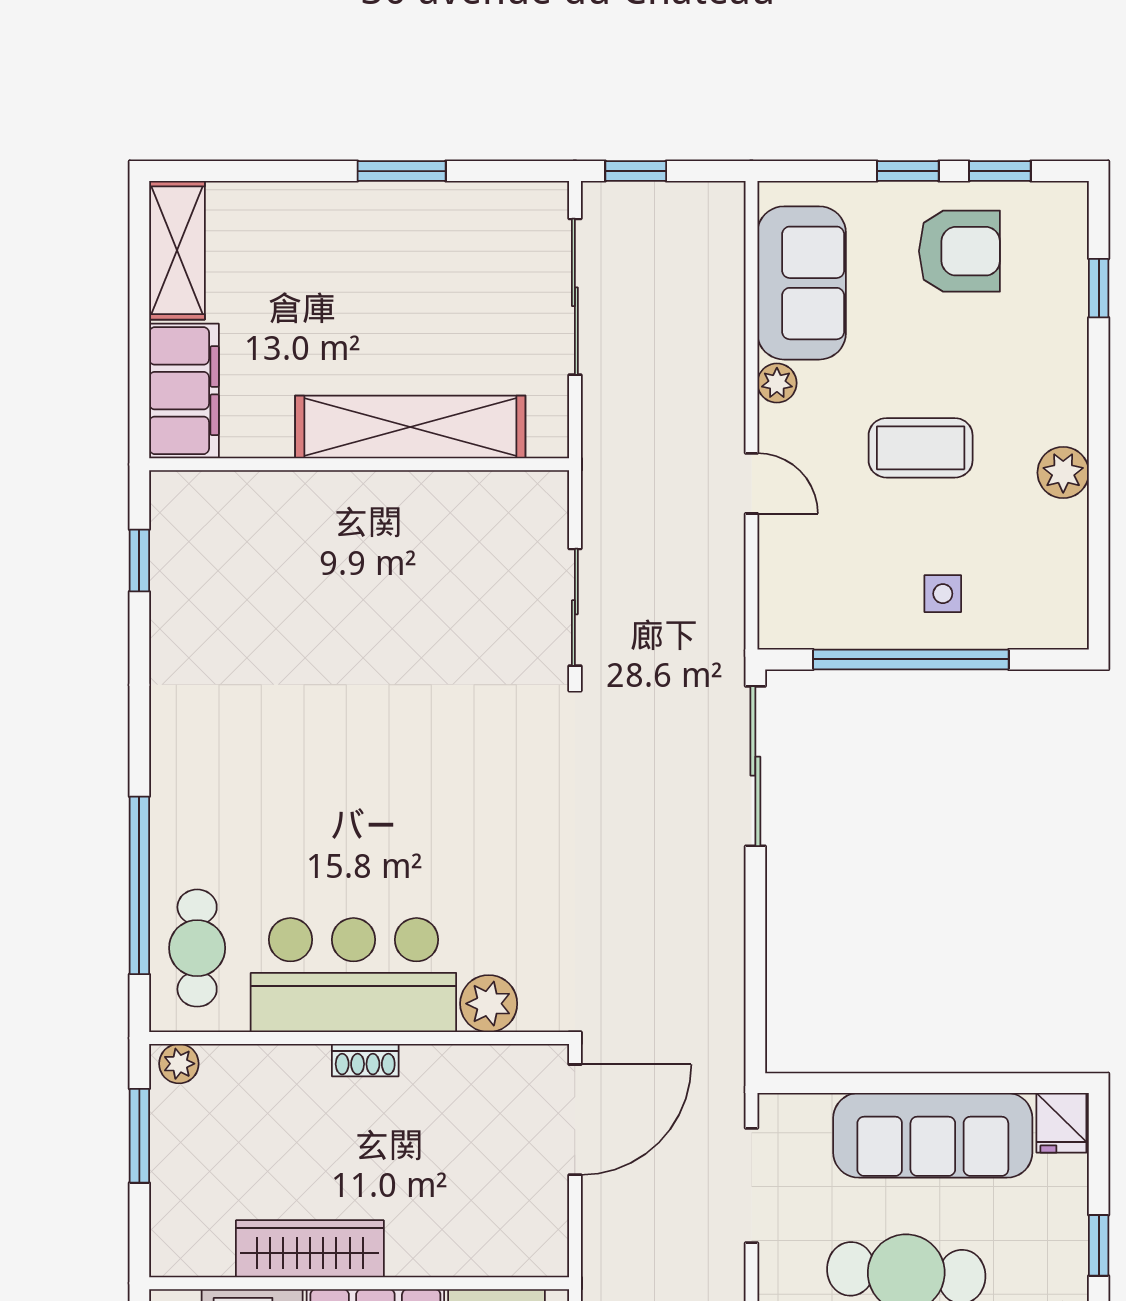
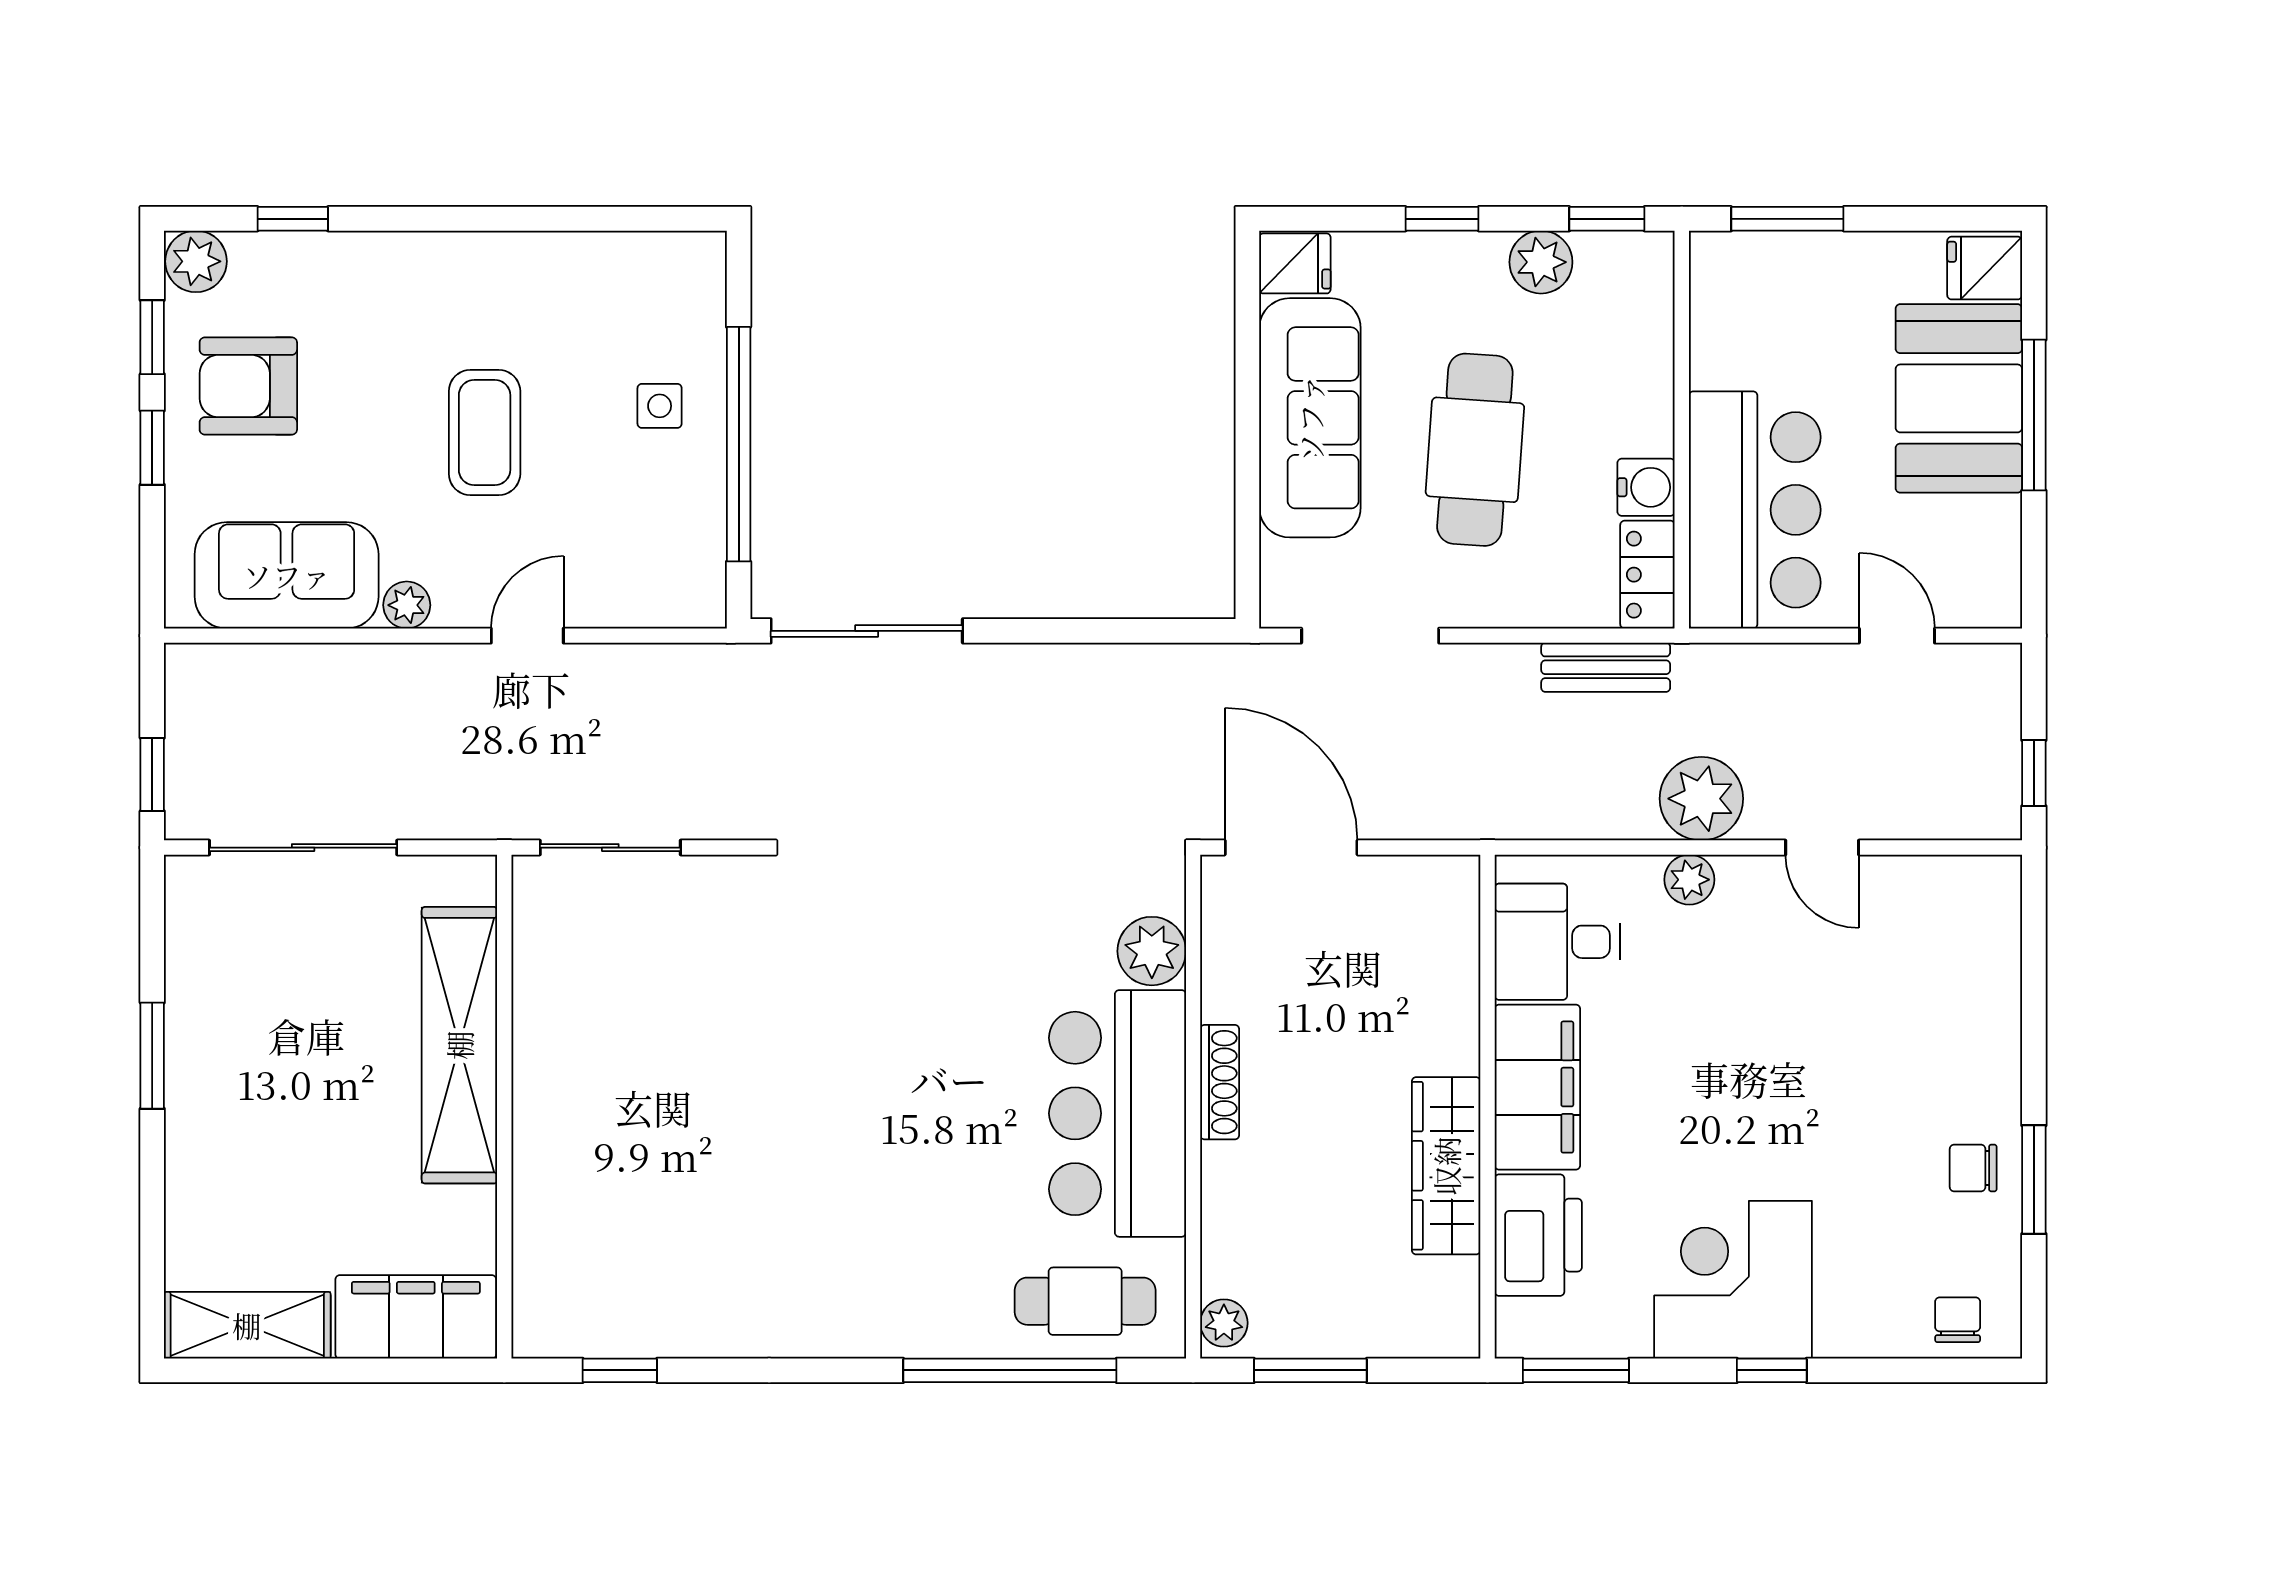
armchair: (959, 251) -> (248, 386), turned -90
plant: (1063, 473) -> (196, 261), moved
sliding door: (575, 607) -> (610, 848), moved
shoe rack: (365, 1060) -> (1220, 1082), width x1.43

